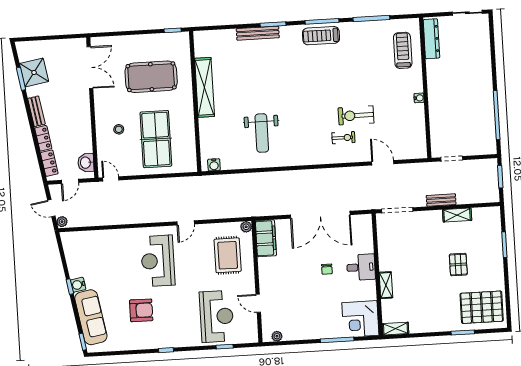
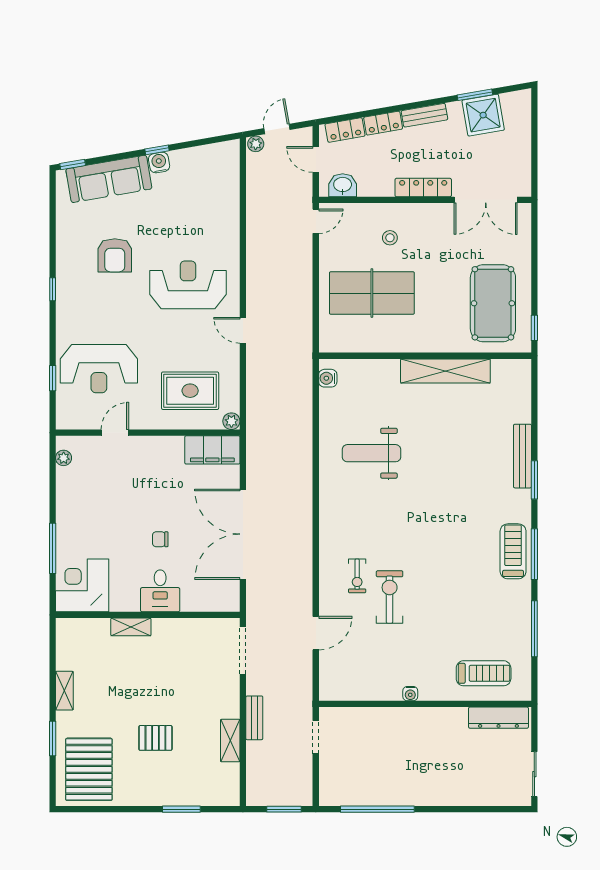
pool table: (151, 77) -> (493, 303), moved
locker: (84, 109) -> (423, 188), added
shelving: (395, 329) -> (64, 691), moved

